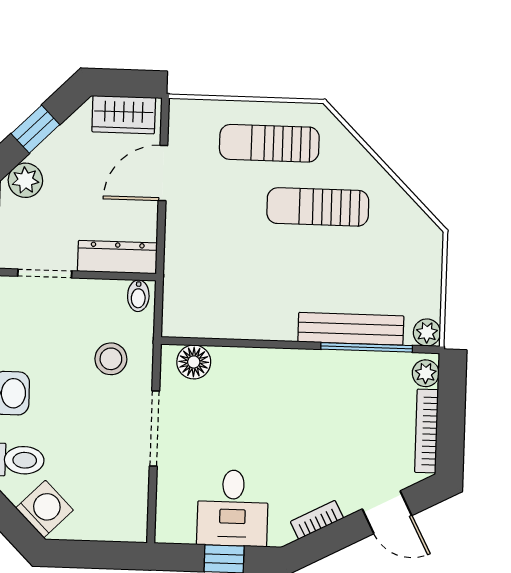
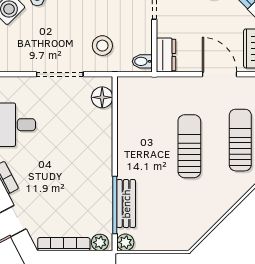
sun lounger: (318, 207) -> (189, 146), moved
dresser: (117, 257) -> (166, 55), width x0.70
bench: (351, 329) -> (126, 204), width x0.73

